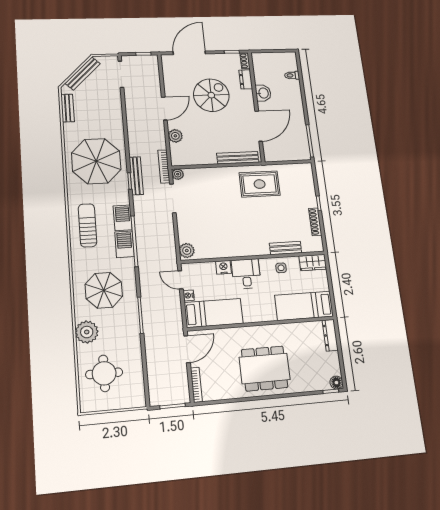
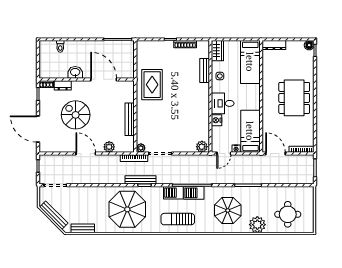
bench: (238, 158) -> (130, 119), moved

